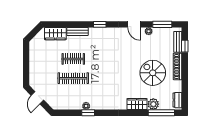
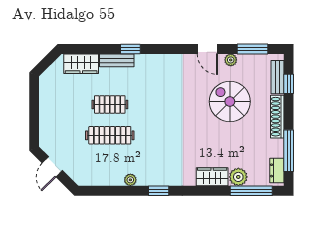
window: (100, 24) -> (130, 49), moved
spiral stairs: (153, 73) -> (230, 102), moved
window: (185, 88) -> (289, 151), added
window: (88, 113) -> (159, 191), moved

